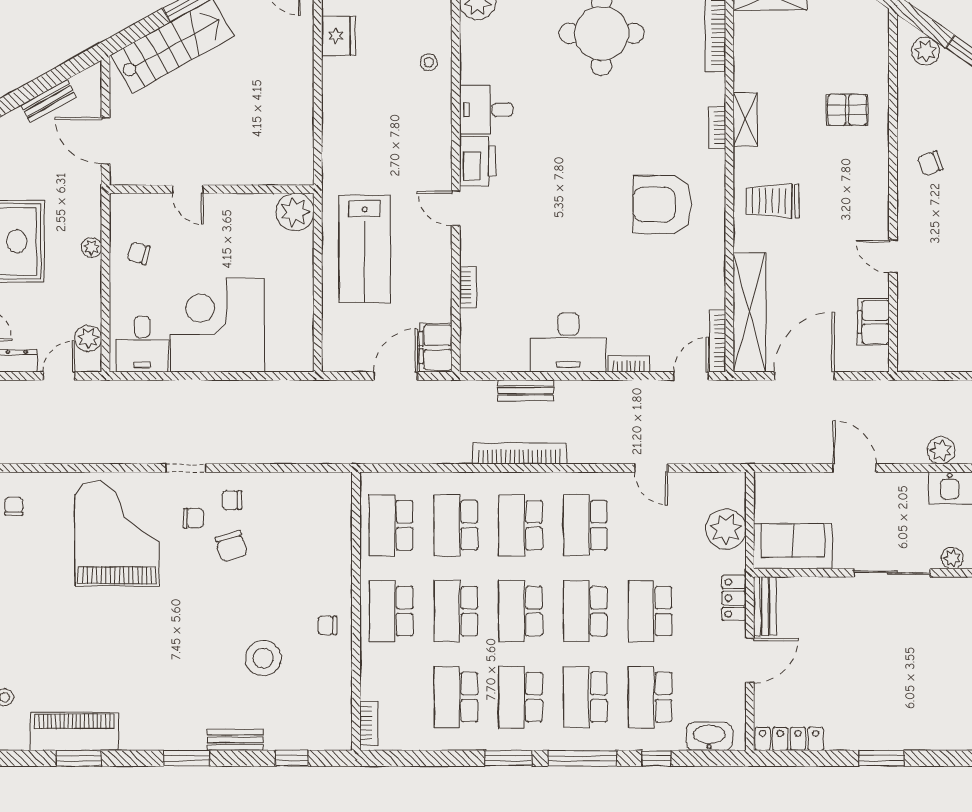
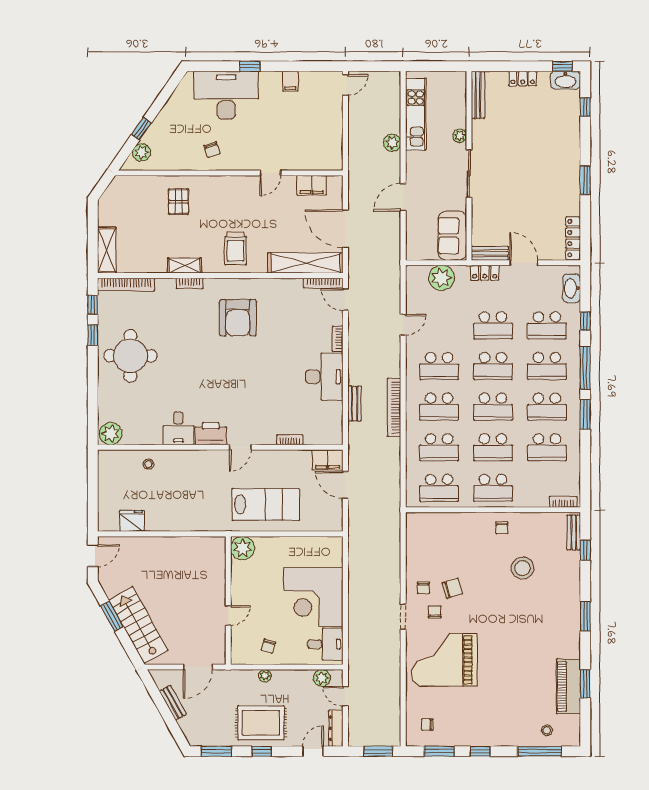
bench: (235, 740) -> (574, 532), moved

